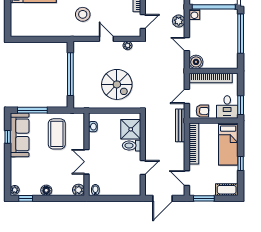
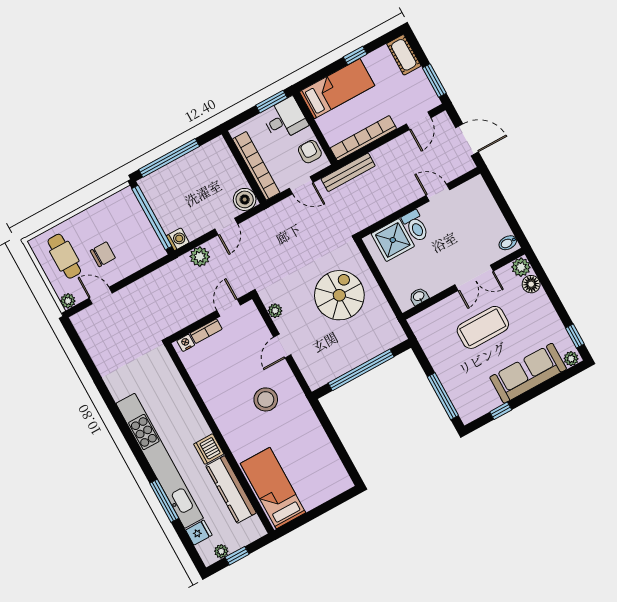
door: (143, 21) -> (229, 308), hinge flipped
coffee table: (57, 134) -> (483, 327), moved
sofa: (20, 135) -> (528, 373), moved
floor lamp: (46, 190) -> (531, 284), moved

